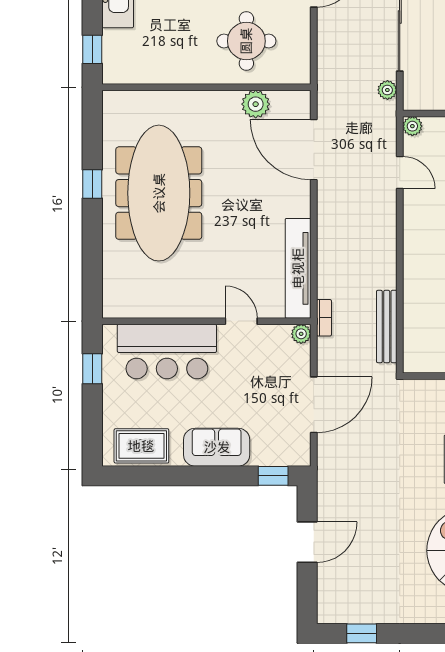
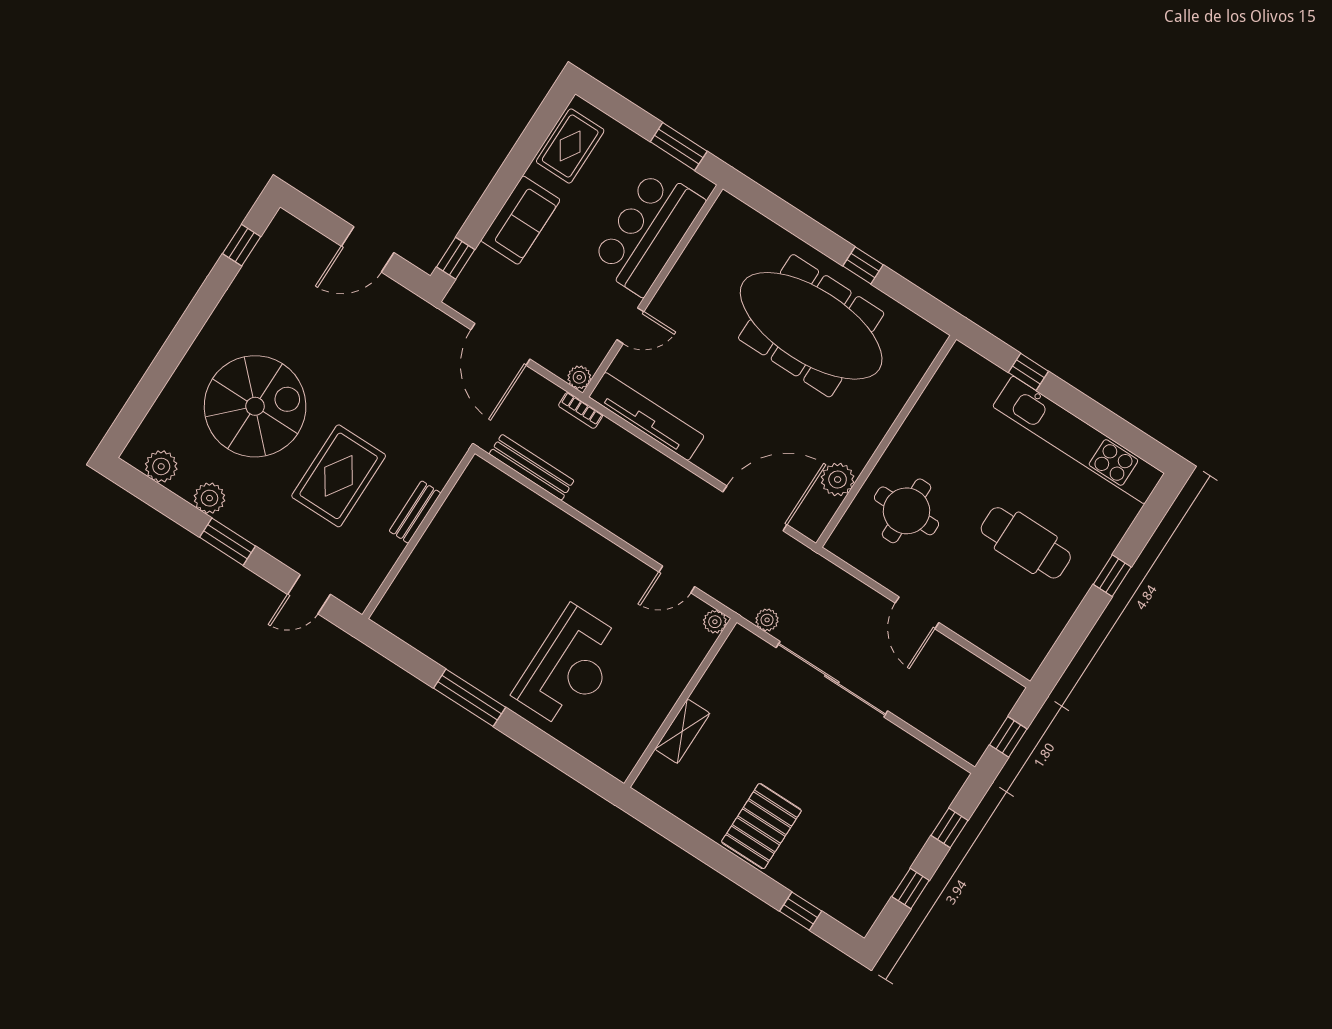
window: (92, 49) -> (1028, 372), moved
window: (92, 369) -> (679, 147), width x1.50
door: (307, 542) -> (368, 249), hinge flipped

